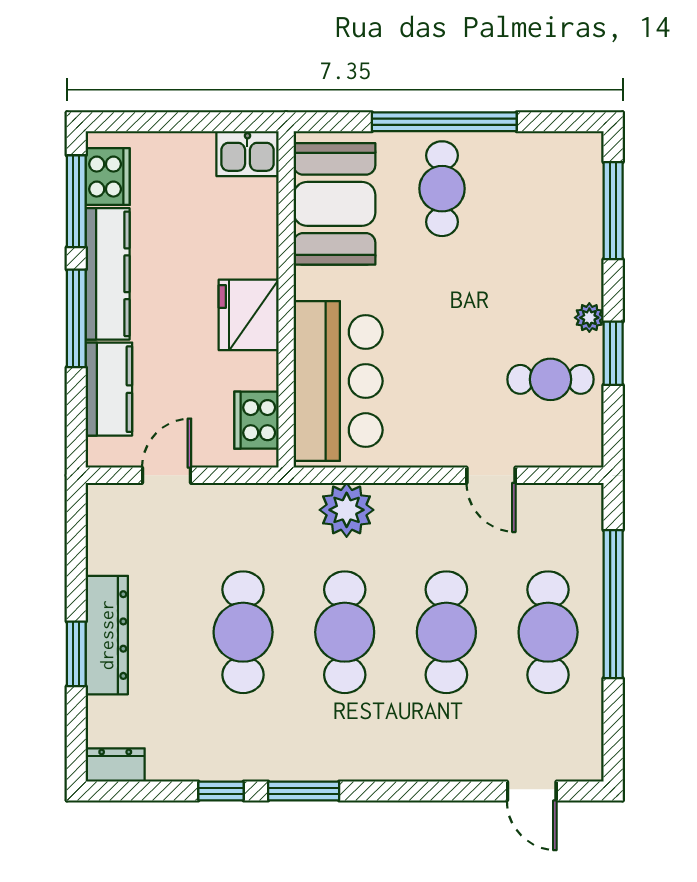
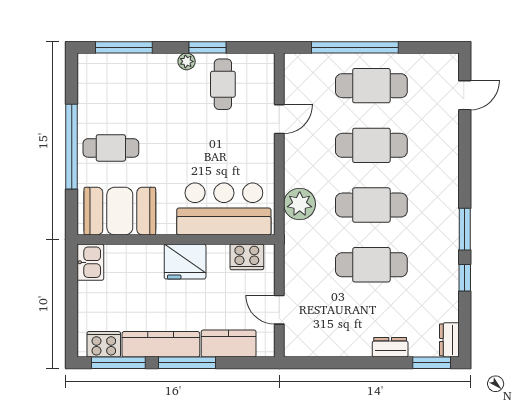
dresser: (107, 635) -> (390, 347), width x0.51, depth x0.80
window: (76, 654) -> (432, 363), moved

